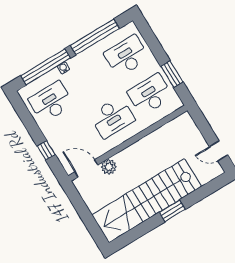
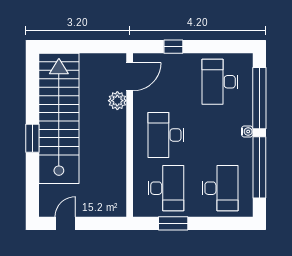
water cooler: (63, 68) -> (247, 132), moved
desk: (51, 102) -> (220, 82), turned 180

